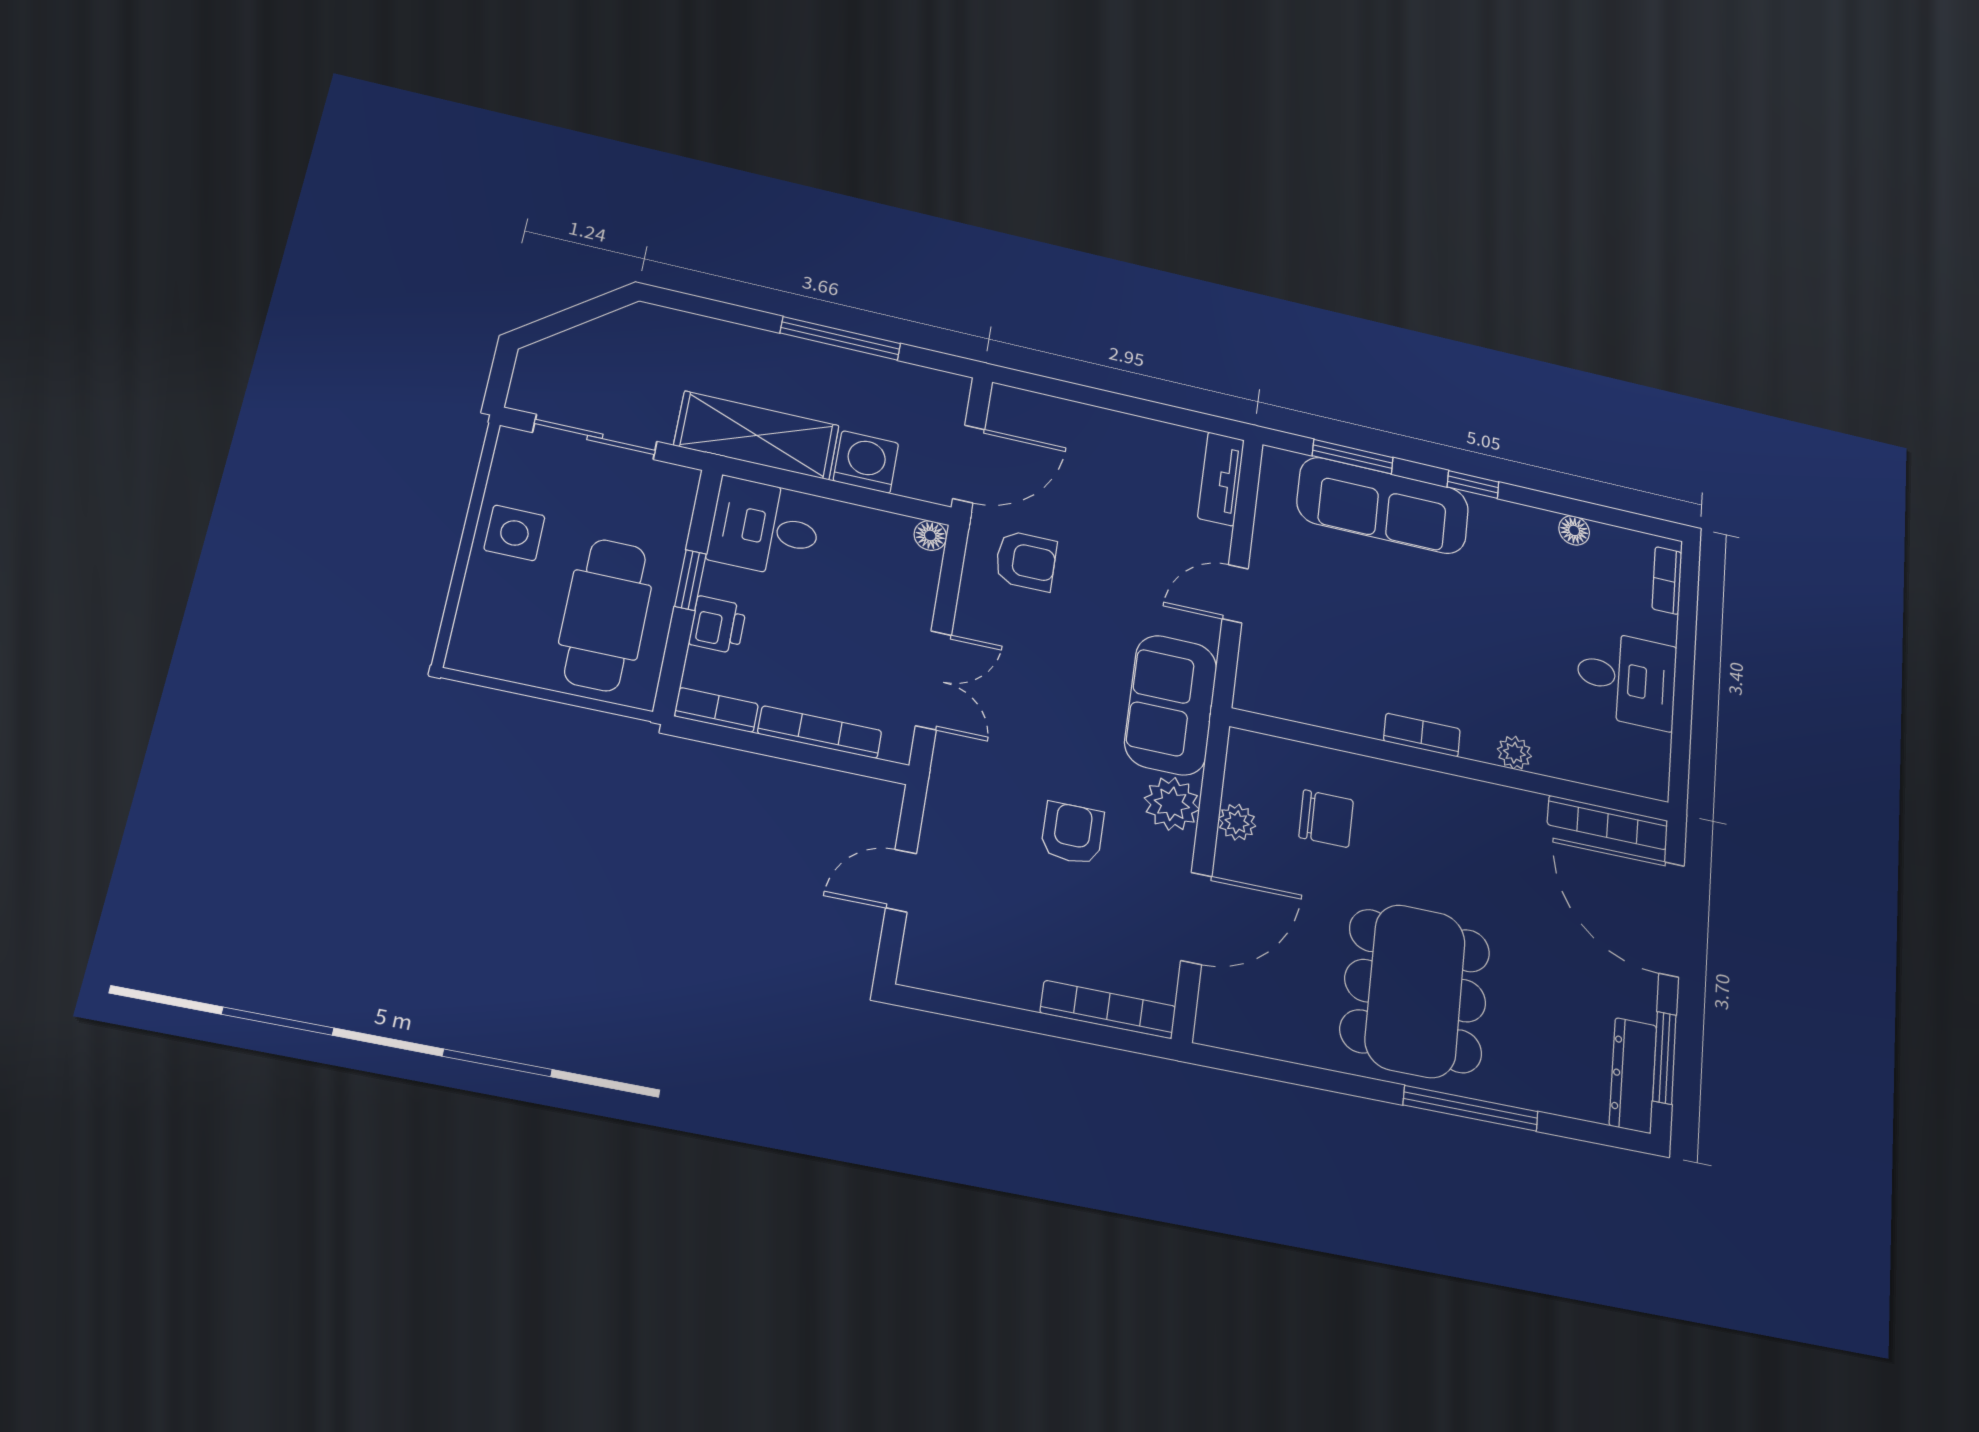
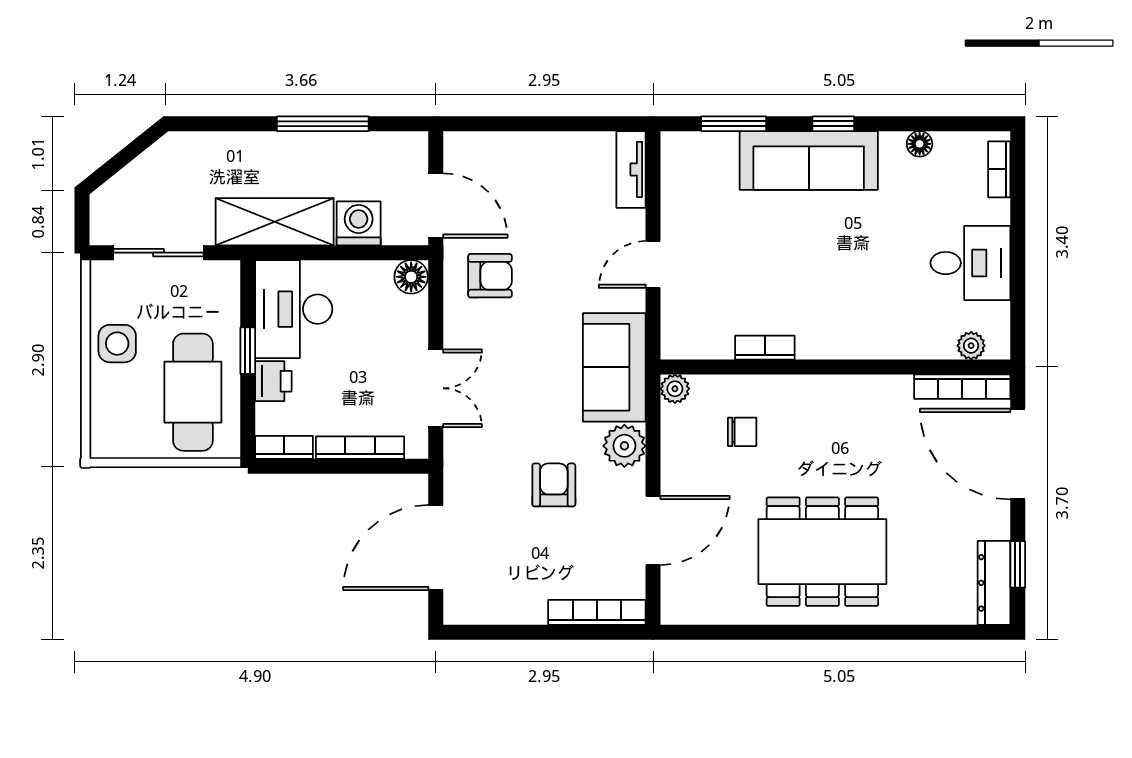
door: (969, 464) -> (436, 206), hinge flipped
sofa: (1383, 505) -> (809, 160), moved
desk: (765, 528) -> (294, 309), width x1.37
floor lamp: (930, 536) -> (411, 277), width x1.37, depth x1.37
bookcase: (1422, 735) -> (765, 348), moved
plant: (1514, 753) -> (971, 346), moved
chair: (1326, 819) -> (742, 432), width x0.73, depth x0.73
plant: (1237, 822) -> (675, 389), moved
door: (901, 881) -> (436, 548), width x1.88
dining table: (1415, 991) -> (822, 552), turned 90
window: (1664, 1058) -> (1018, 564), width x0.67
window: (1471, 1108) -> (872, 632), removed

